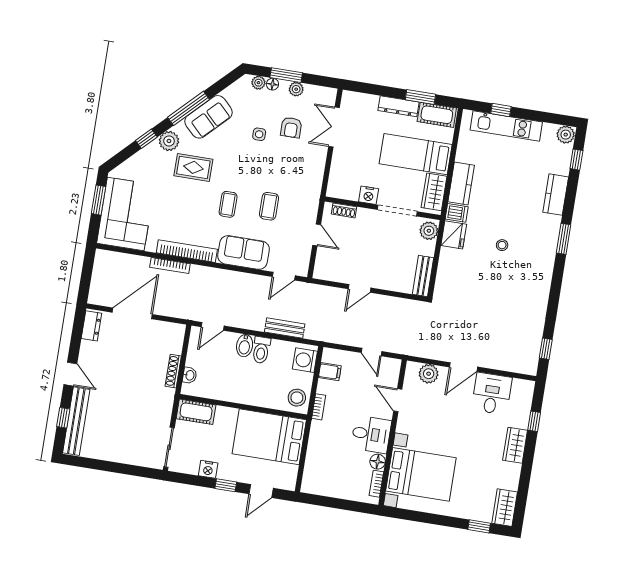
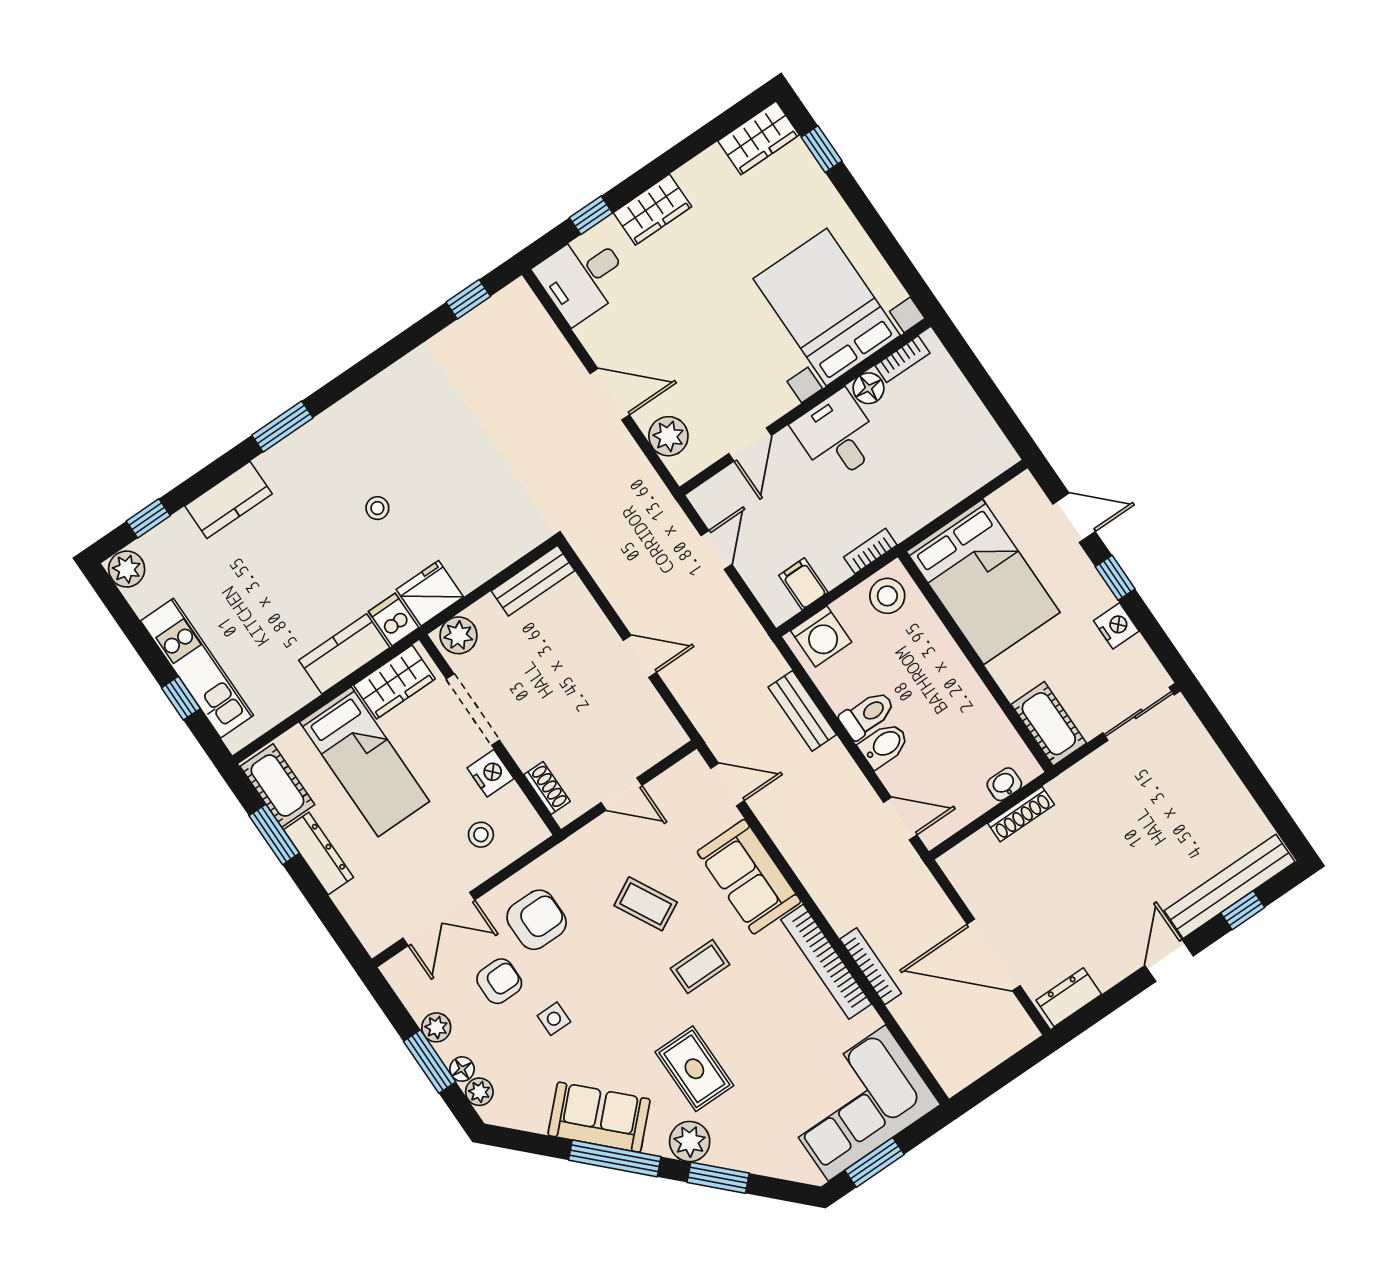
window: (146, 139) -> (718, 1178), width x1.50
armchair: (300, 162) -> (537, 920), added
stool: (350, 171) -> (481, 835), added
coffee table: (269, 206) -> (646, 904), turned 62
door: (317, 235) -> (621, 794), swing flipped
desk: (492, 394) -> (583, 277), moved

